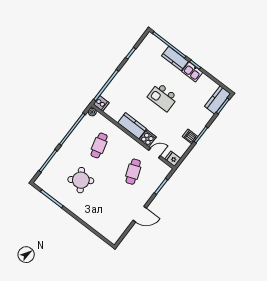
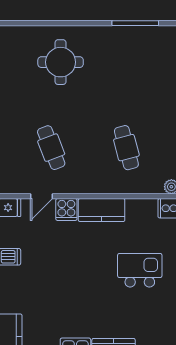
kitchen island: (163, 97) -> (140, 270), moved
round table: (81, 180) -> (61, 62), moved, turned 34

